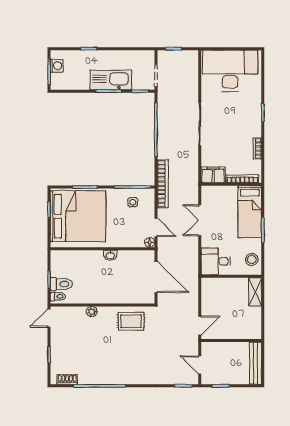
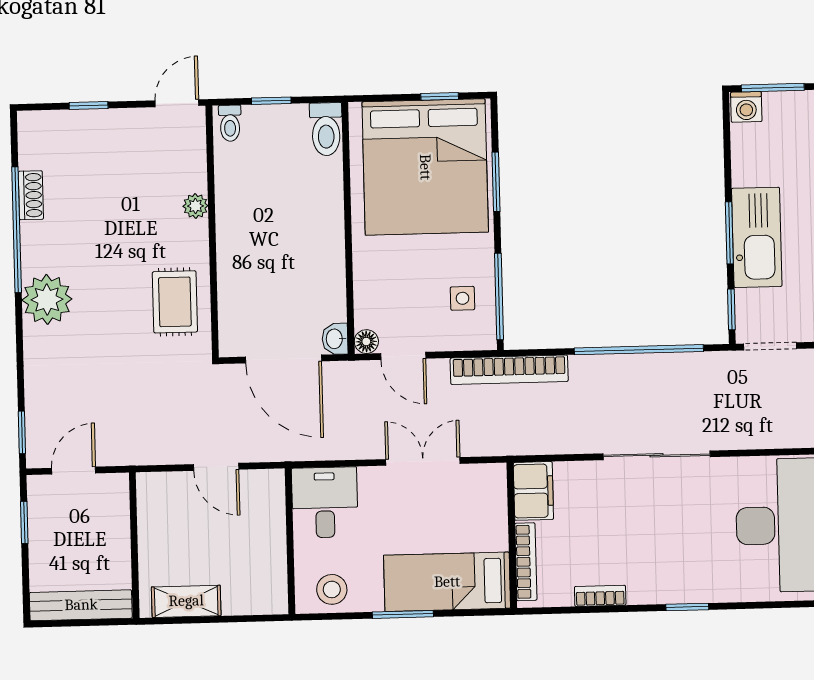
washing machine: (57, 66) -> (746, 107), moved
door: (156, 227) -> (403, 356), hinge flipped
washbasin: (110, 255) -> (335, 339), moved
door: (156, 277) -> (283, 359), hinge flipped
toilet: (61, 284) -> (326, 129), moved
shelving: (255, 292) -> (186, 601), moved
door: (49, 318) -> (177, 103), hinge flipped
door: (200, 325) -> (216, 467), moved
plant: (129, 374) -> (47, 299), added
shoe rack: (67, 380) -> (31, 195), moved

